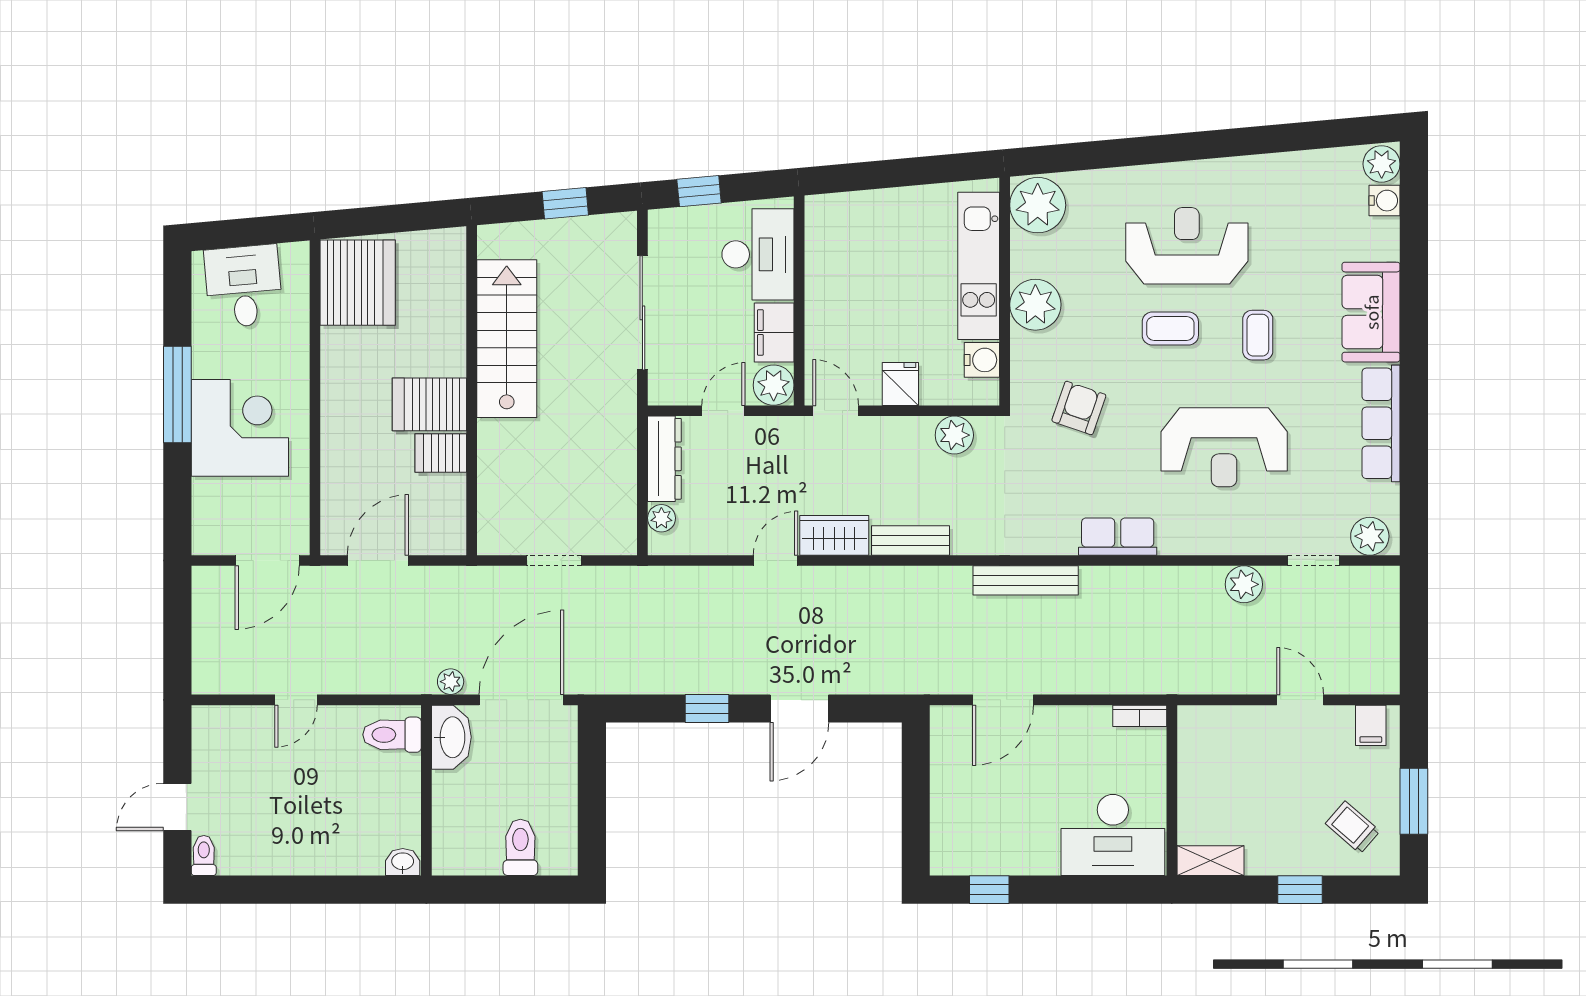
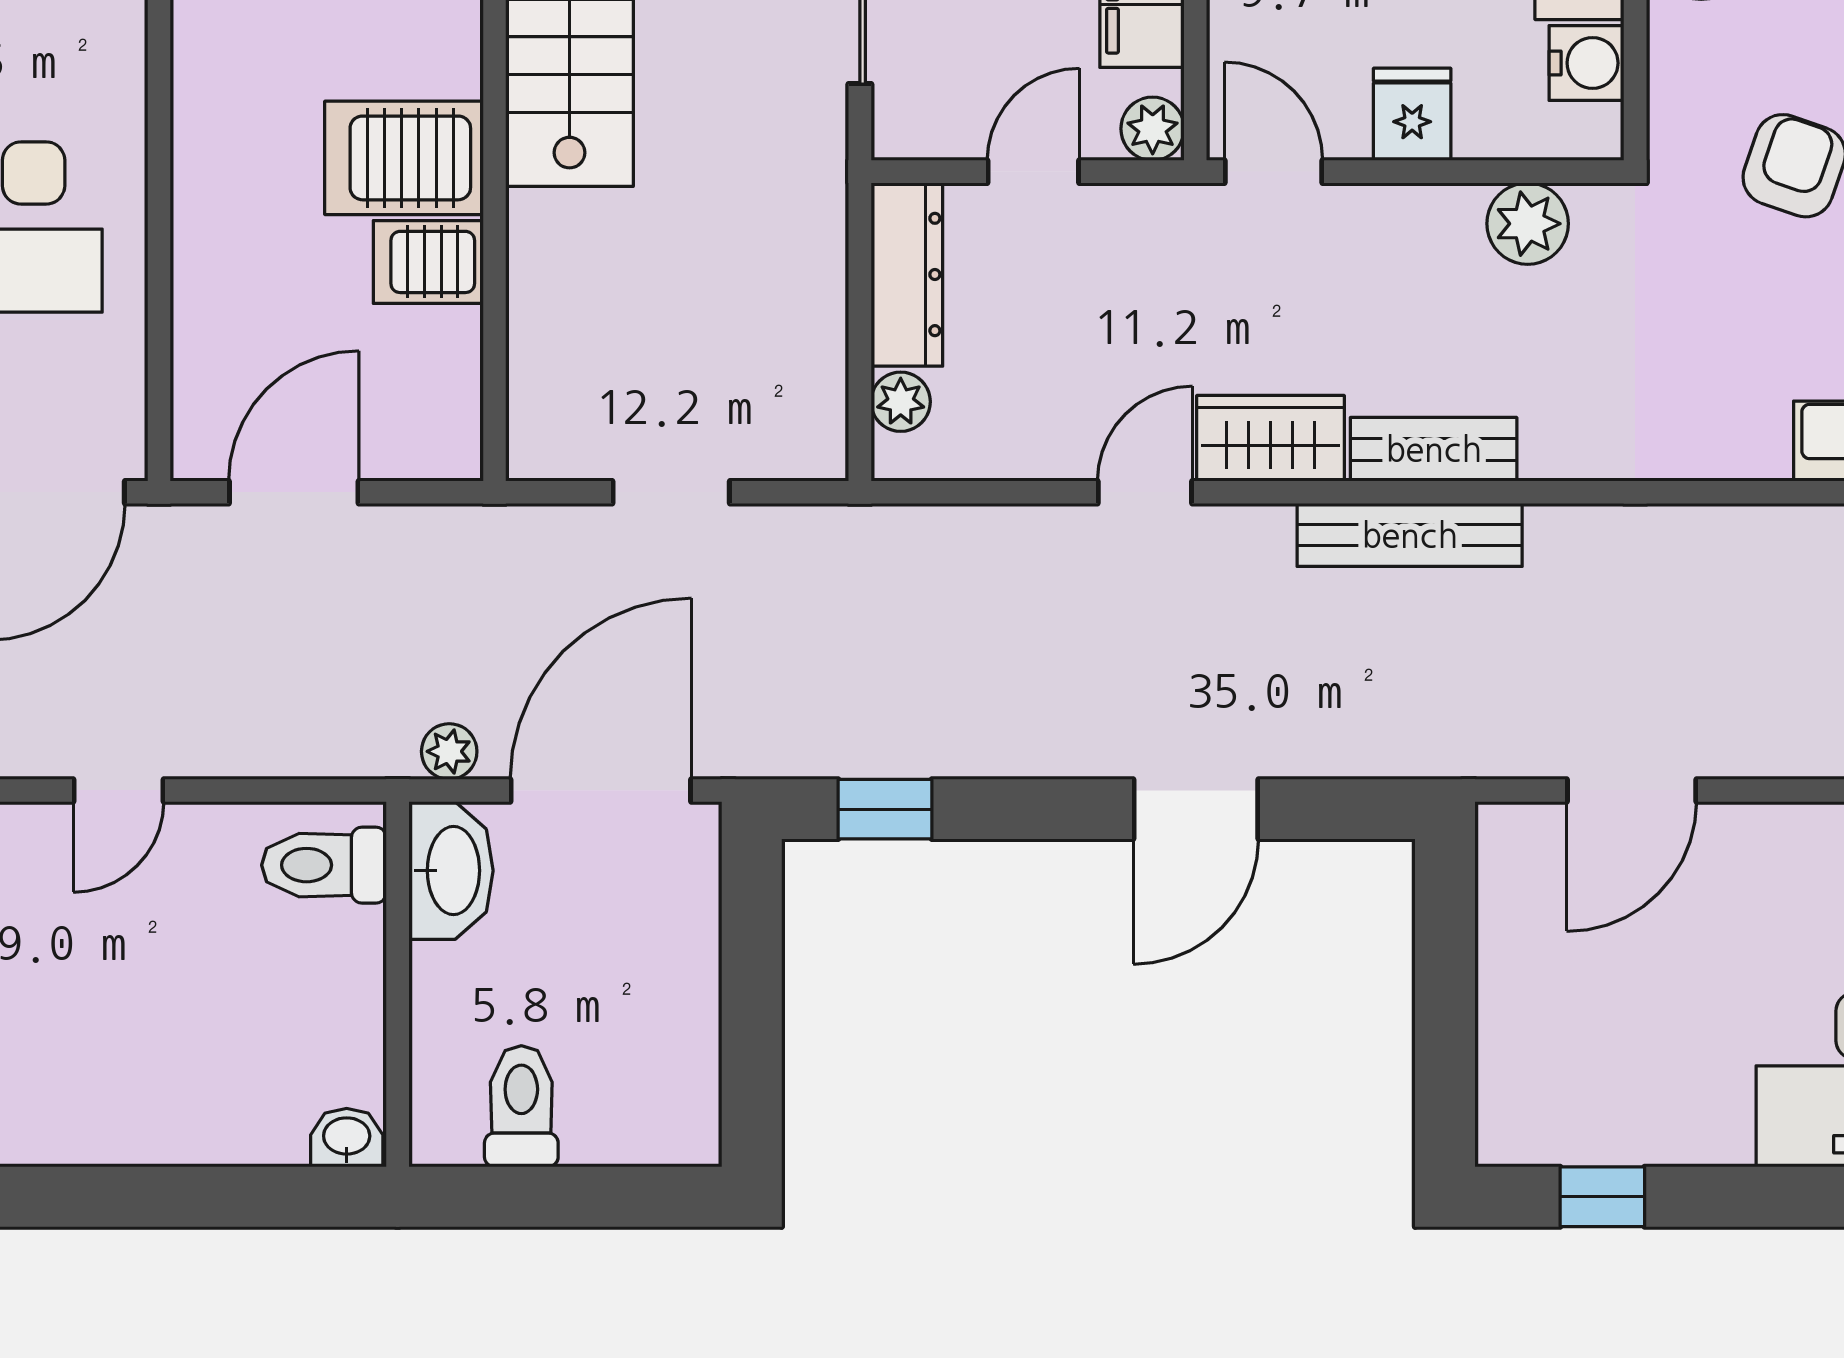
plant: (774, 385) -> (1153, 129), width x0.73, depth x0.73
bench: (1026, 580) -> (1410, 535), moved
window: (707, 709) -> (885, 809), moved
toilet: (520, 847) -> (521, 1106), moved

